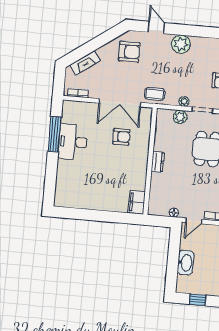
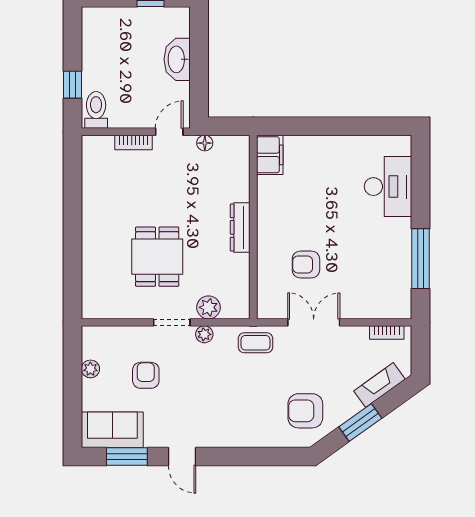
door: (156, 27) -> (182, 456), moved
window: (98, 42) -> (360, 423), added
plant: (181, 44) -> (218, 432), removed
double door: (120, 103) -> (314, 322), width x0.73
desk: (73, 142) -> (388, 187), moved
dresser: (158, 162) -> (240, 227), width x1.44

